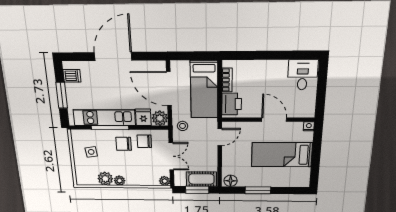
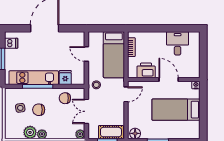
desk: (303, 75) -> (178, 43), moved
door: (169, 89) -> (86, 54), width x0.53
printer: (232, 104) -> (146, 70), moved, turned -90
plant: (160, 118) -> (78, 78), removed
chair: (124, 144) -> (39, 110), moved
double door: (171, 156) -> (86, 111), swing flipped

